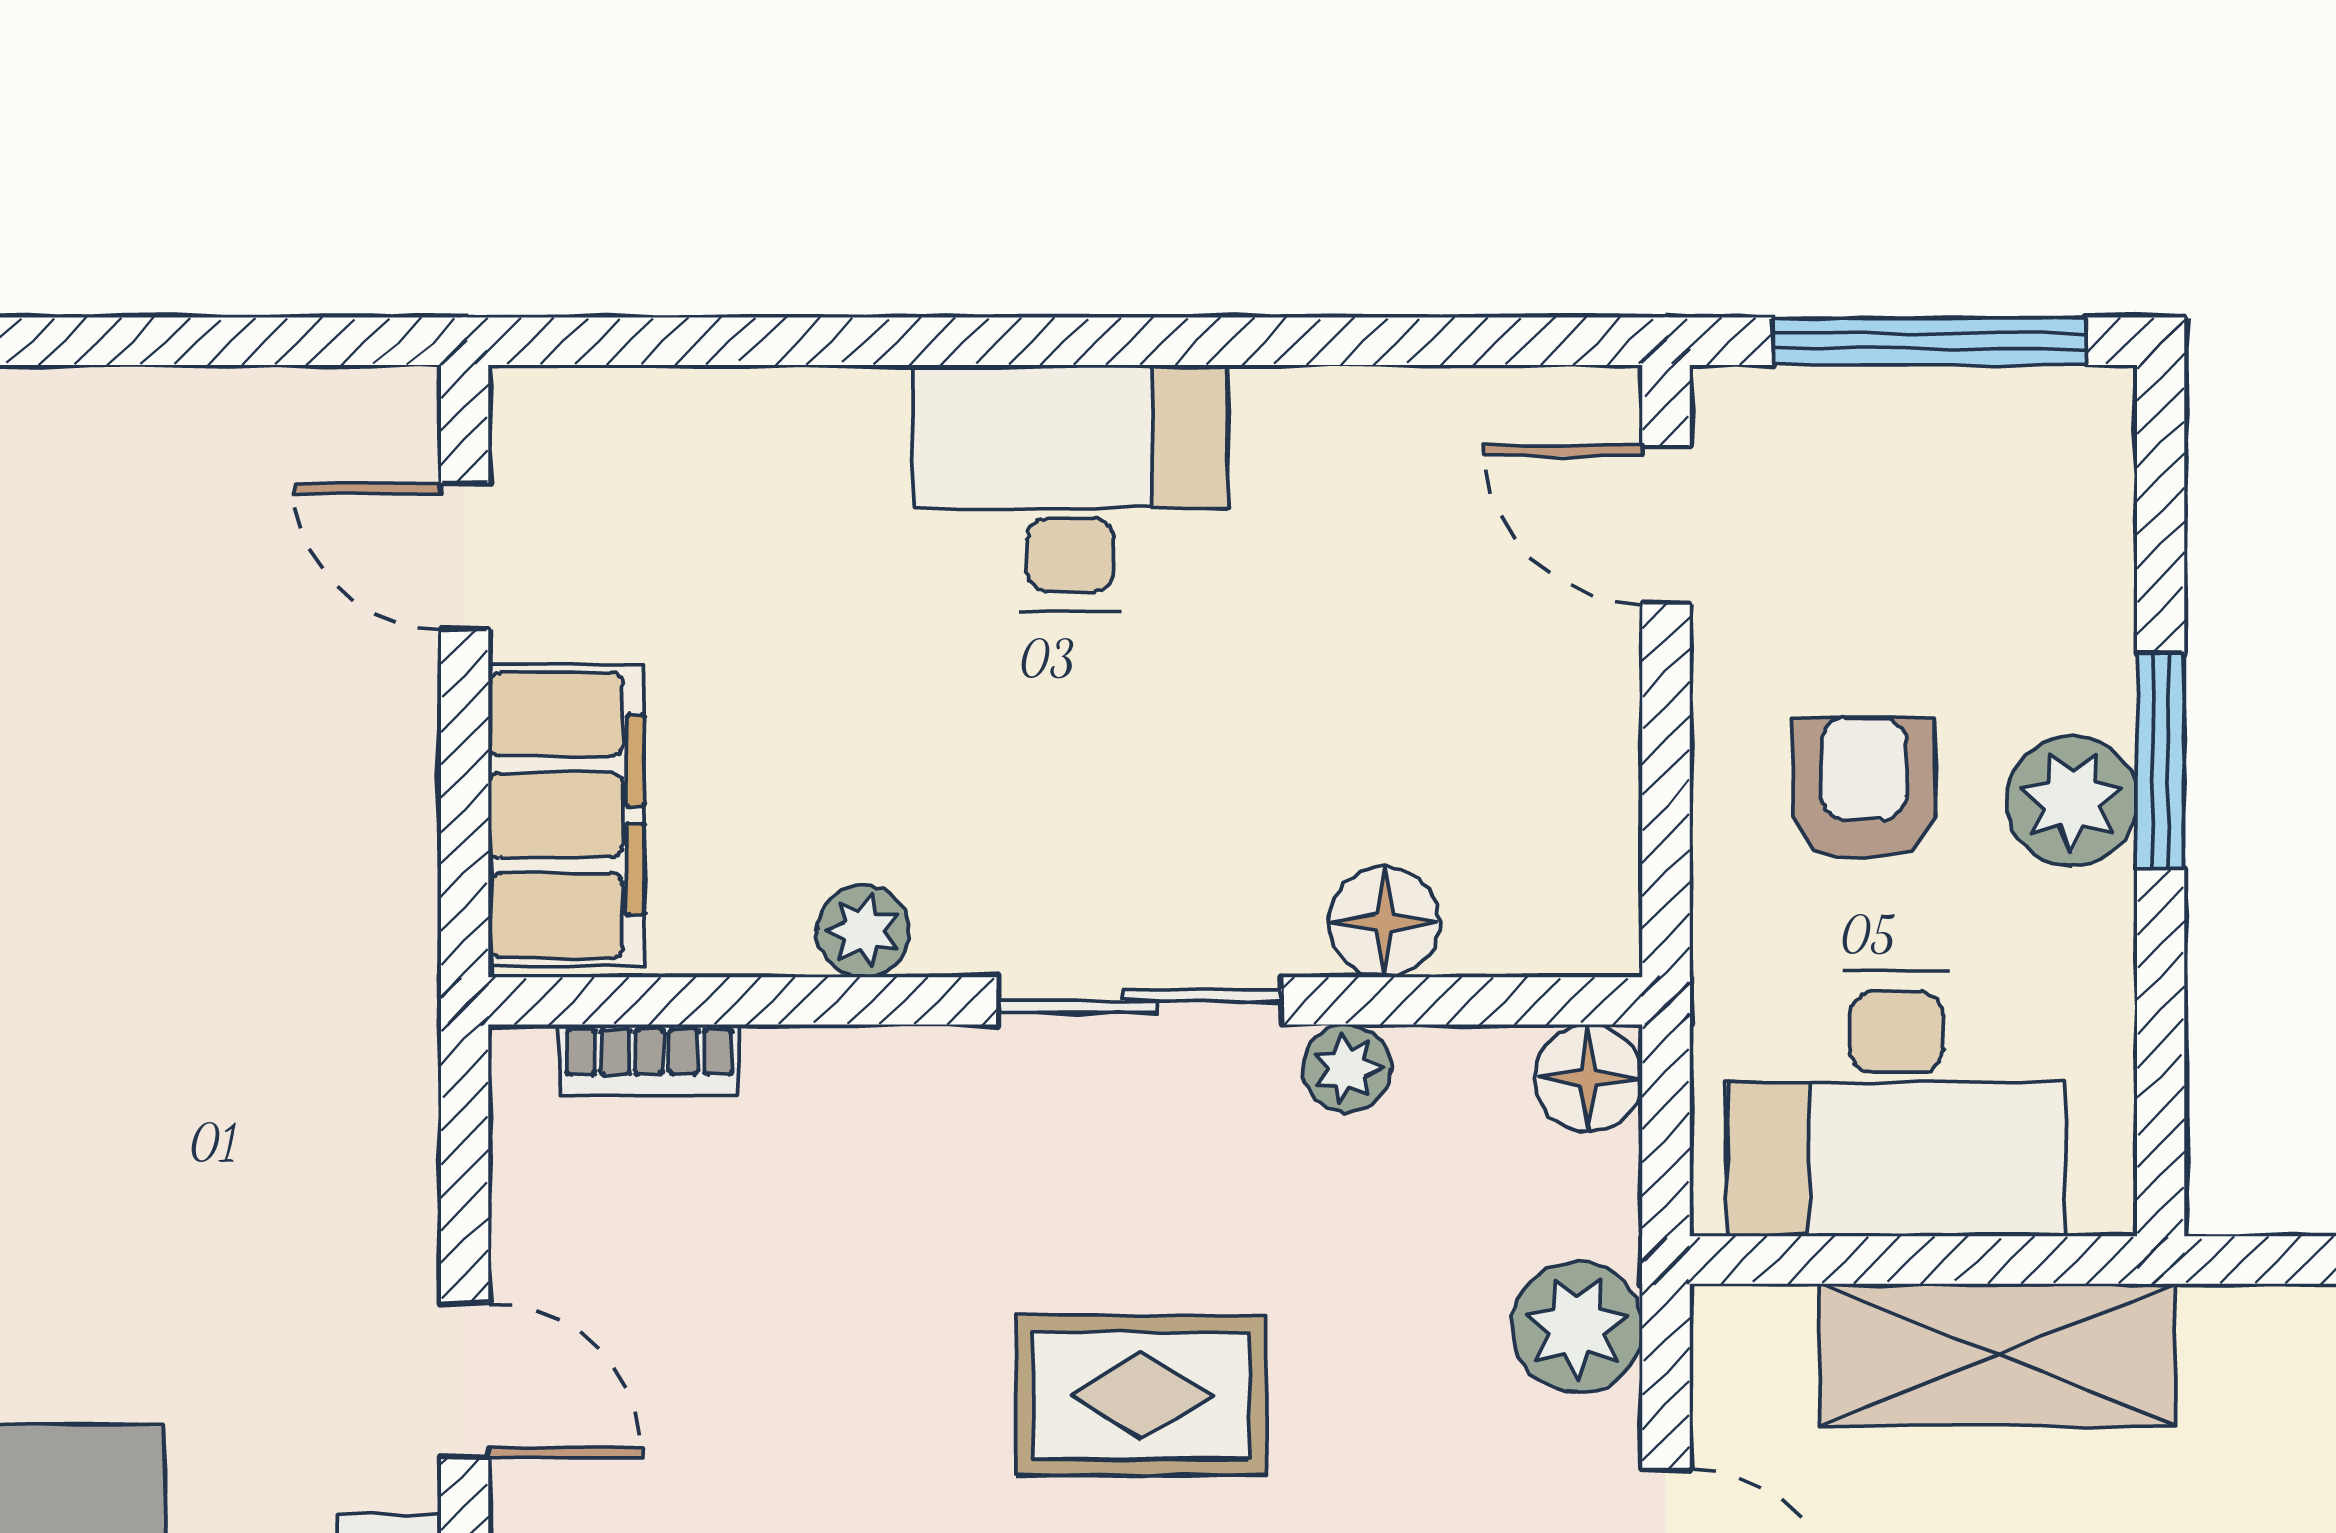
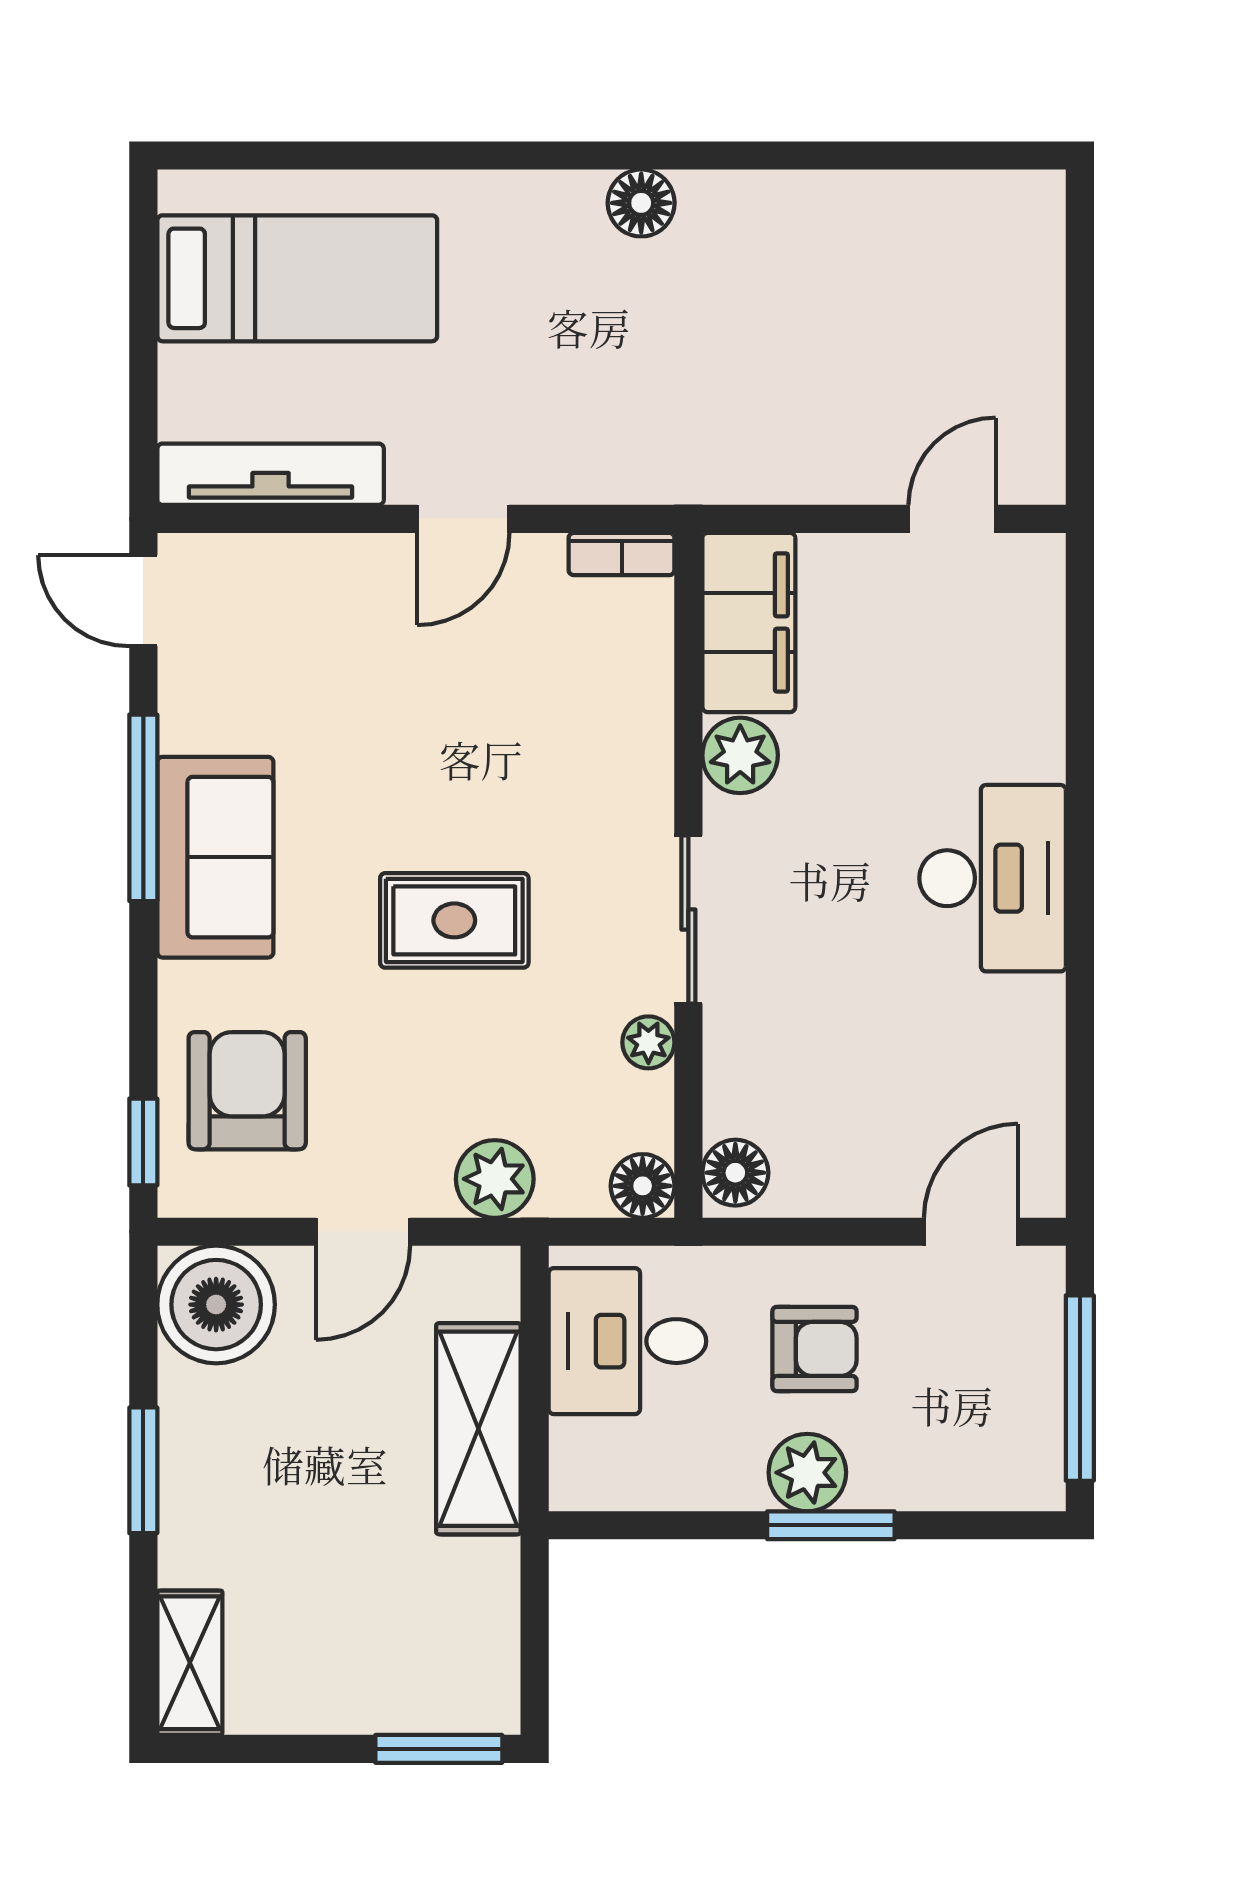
filing cabinet: (566, 815) -> (749, 622), moved, turned -90
floor lamp: (1384, 922) -> (735, 1173), moved
plant: (863, 931) -> (740, 755), width x1.38, depth x1.38
bookcase: (649, 1060) -> (622, 554), moved, turned -90
desk: (1896, 1104) -> (627, 1341), width x0.73
rug: (1141, 1395) -> (454, 920), turned 90

